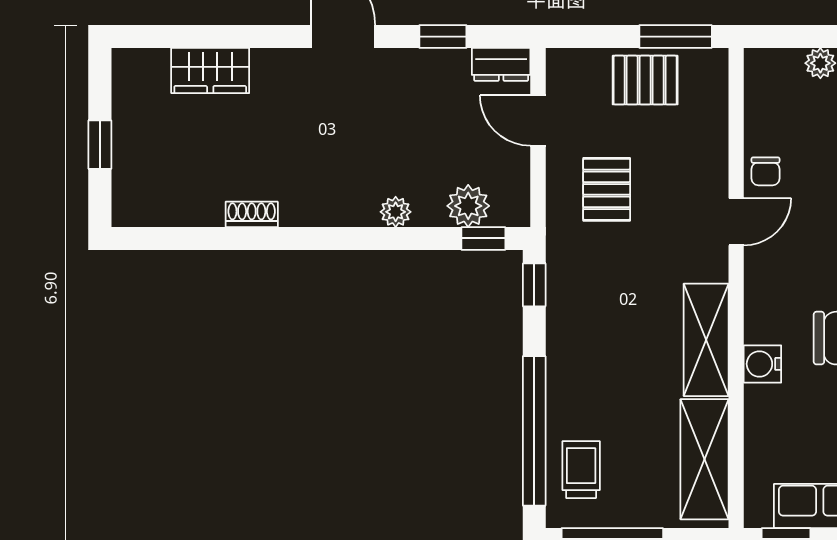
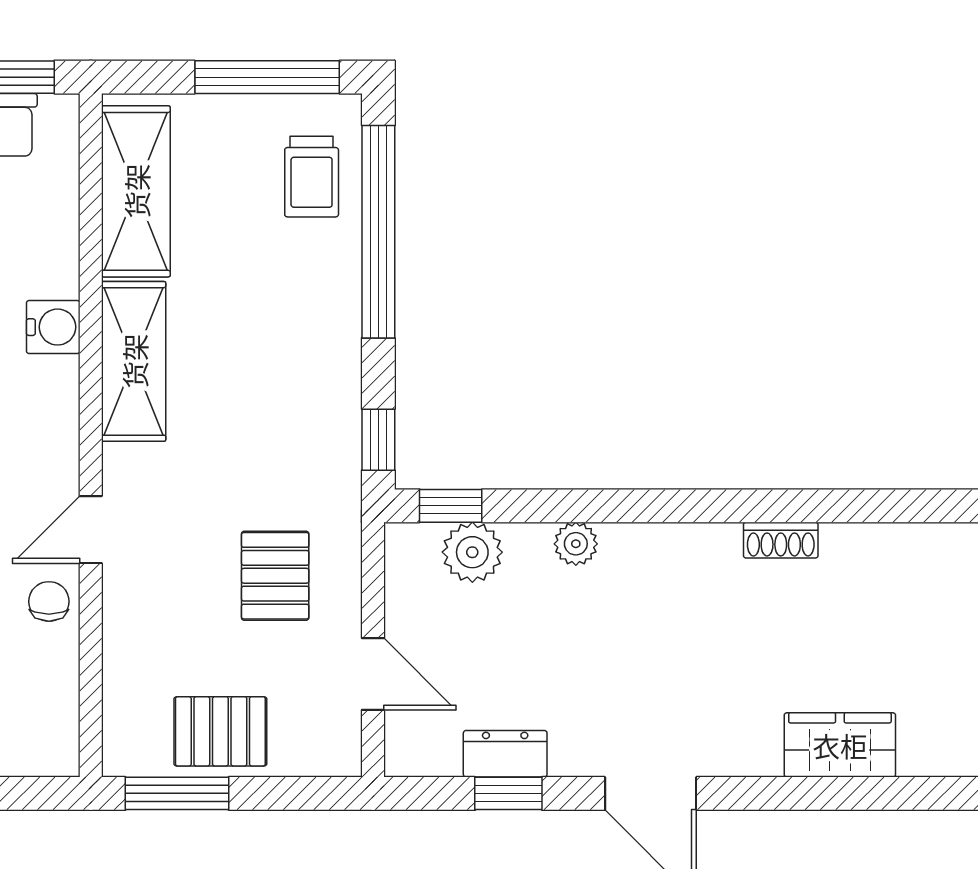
dresser: (501, 64) -> (505, 754), moved

